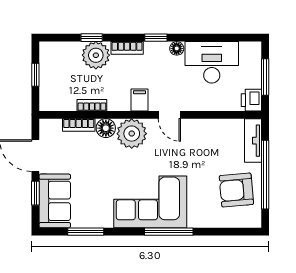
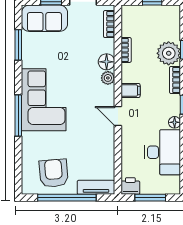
door: (169, 115) -> (118, 116), hinge flipped
bookcase: (79, 125) -> (109, 24), moved
plant: (132, 134) -> (108, 78), width x0.53, depth x0.53

